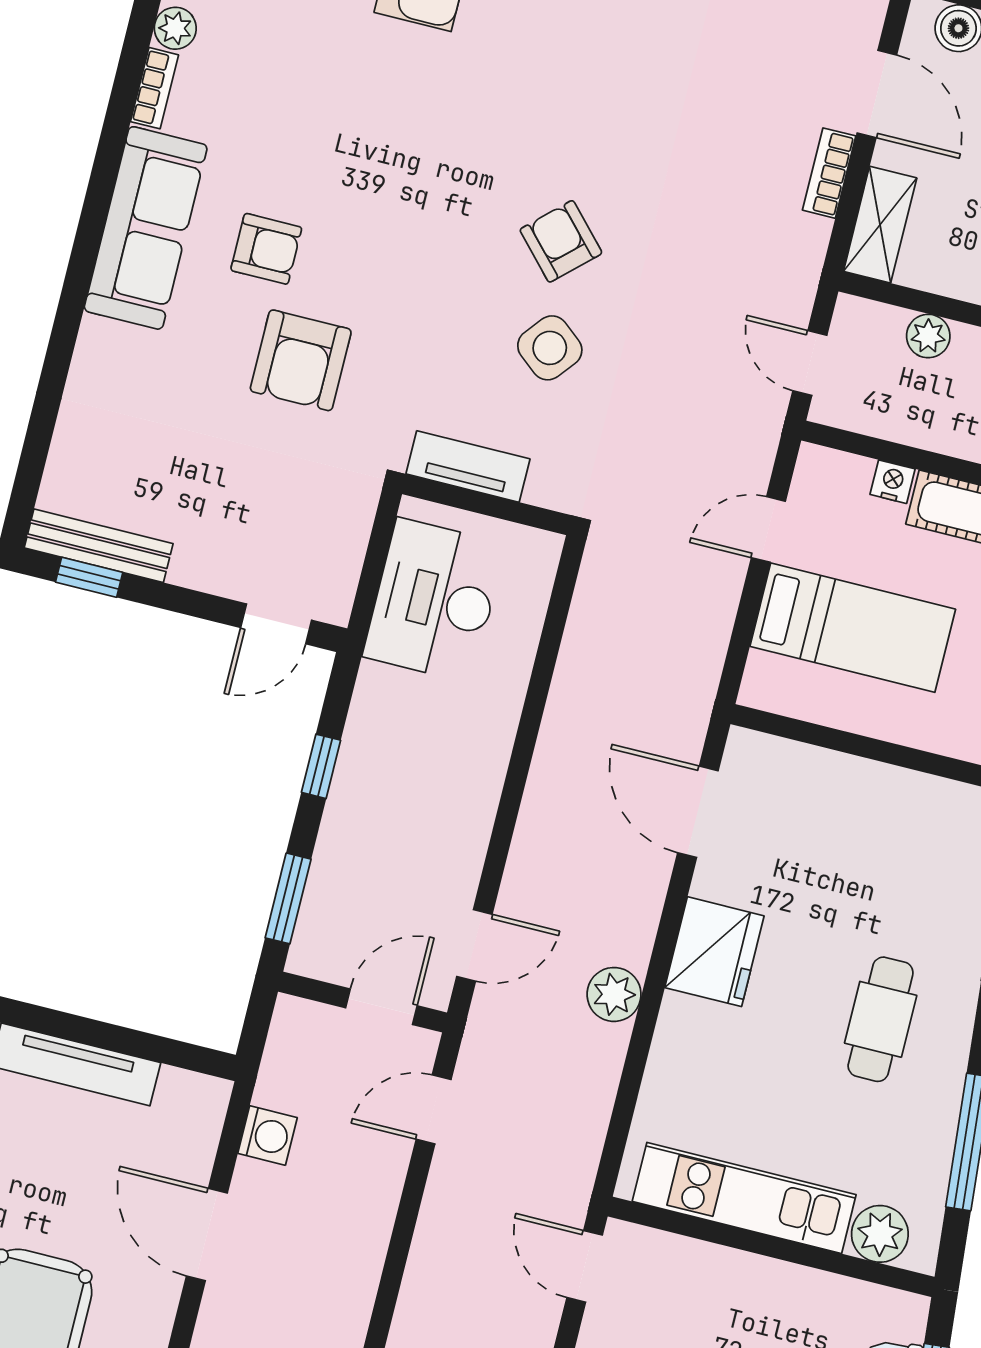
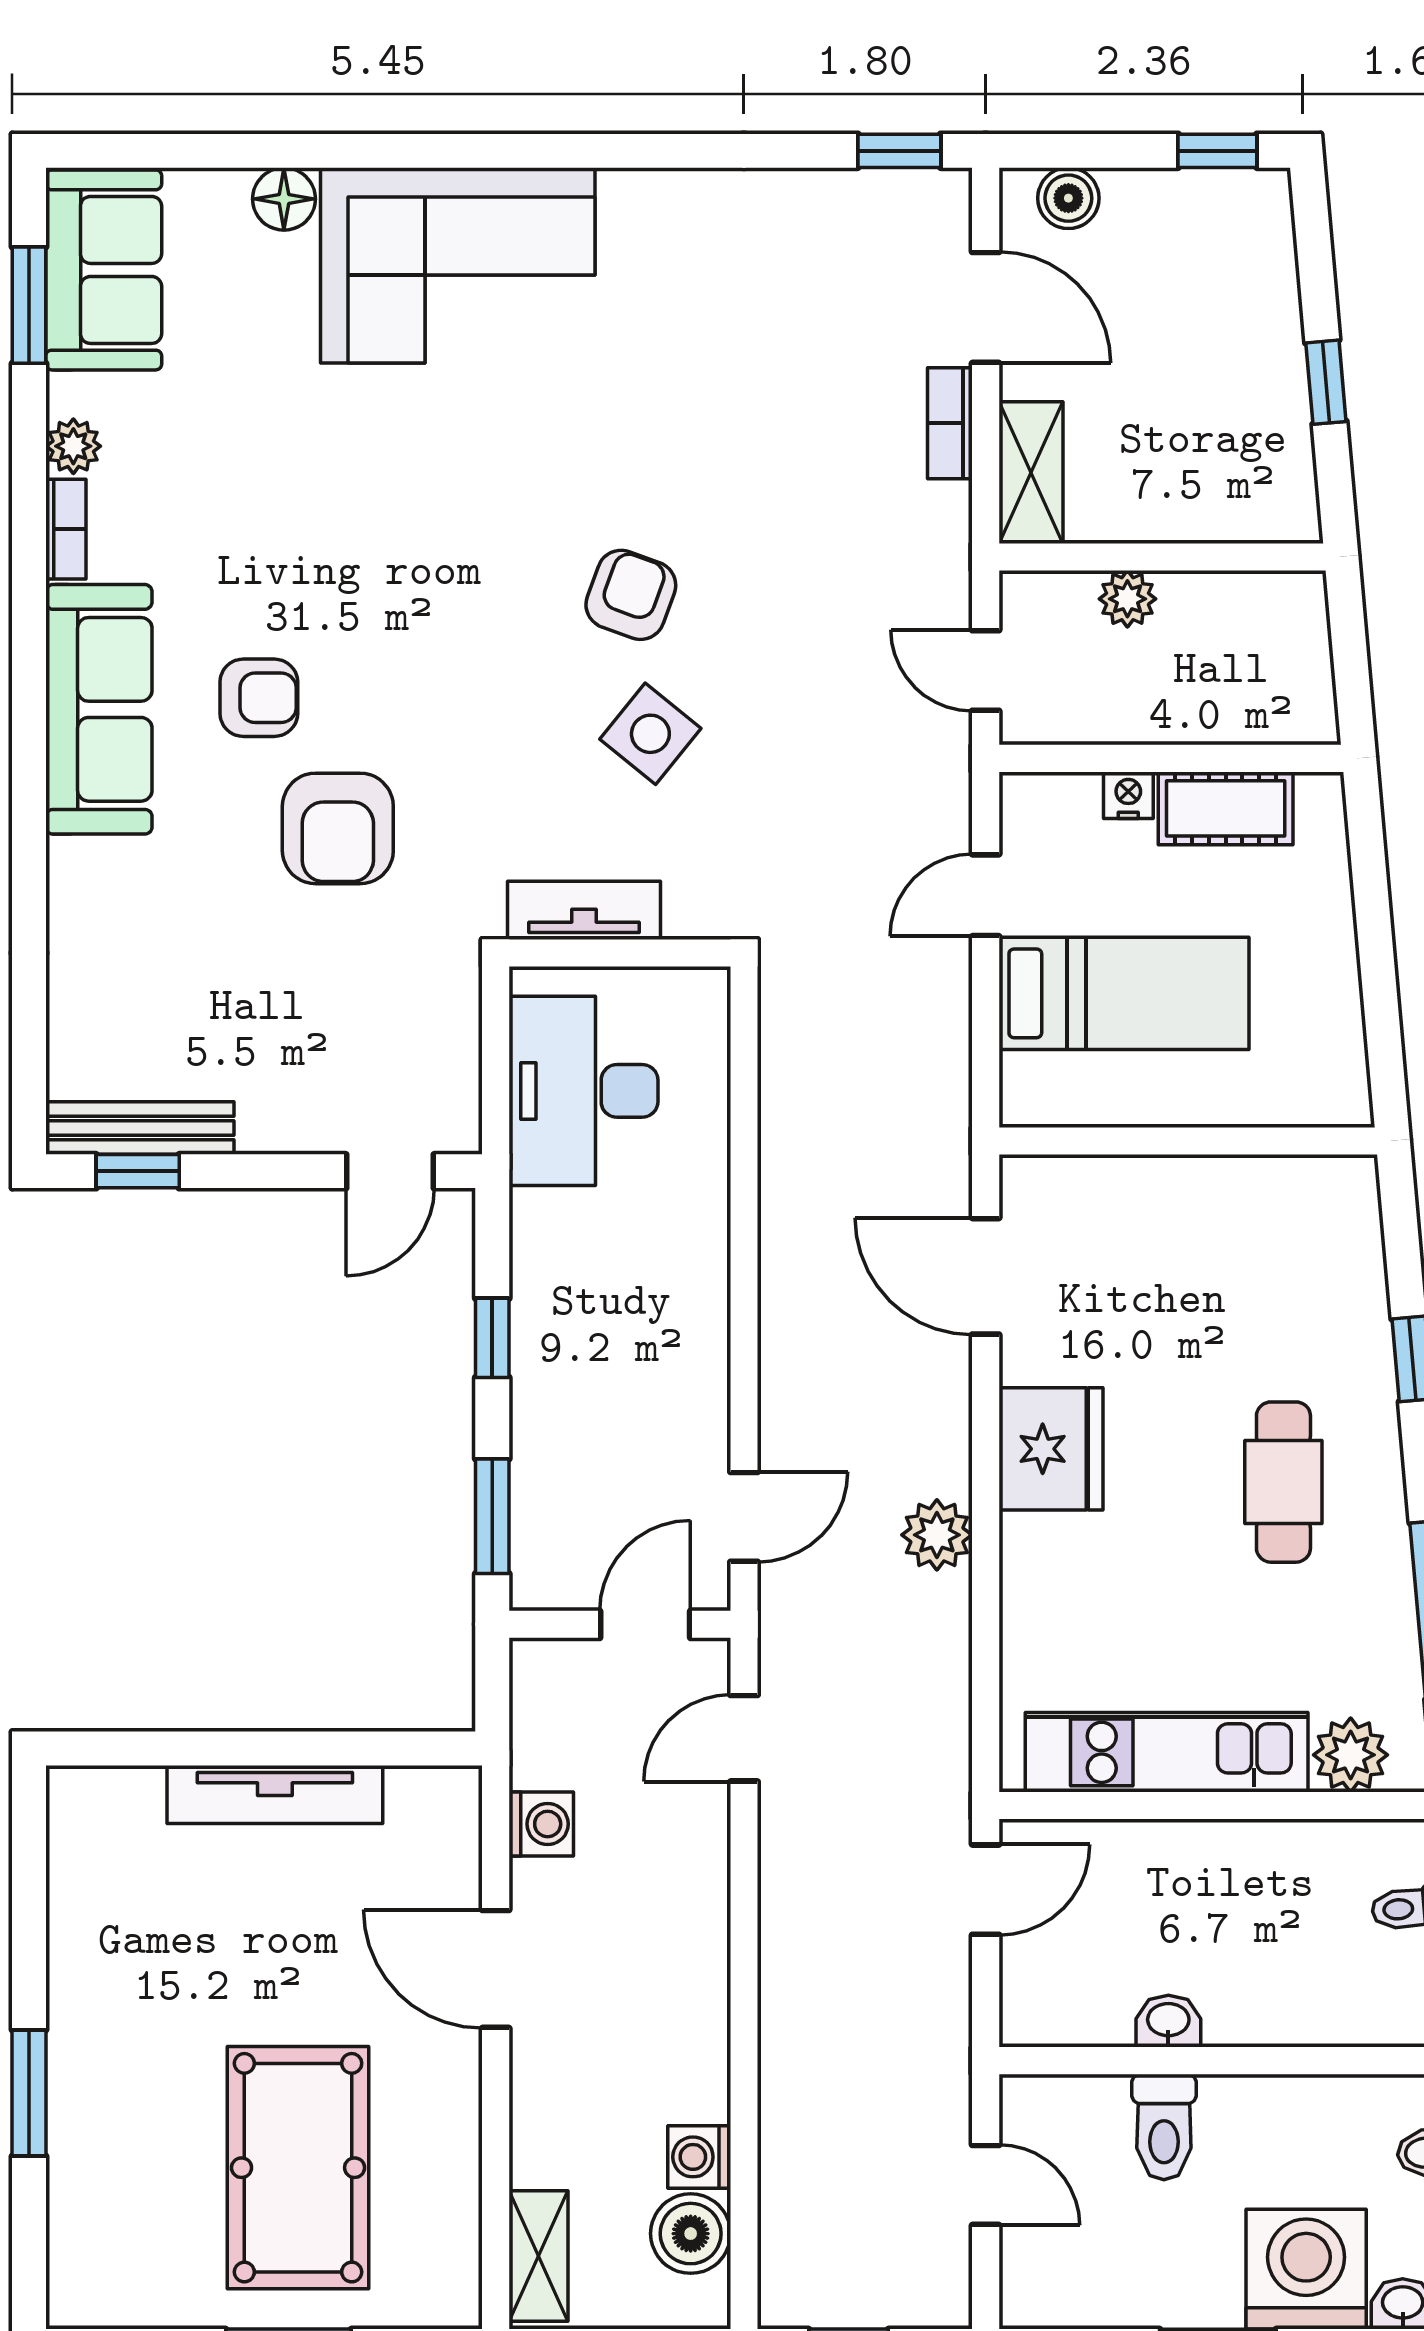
armchair: (561, 241) -> (631, 595), turned 63
door: (585, 1266) -> (986, 1890), swing flipped

